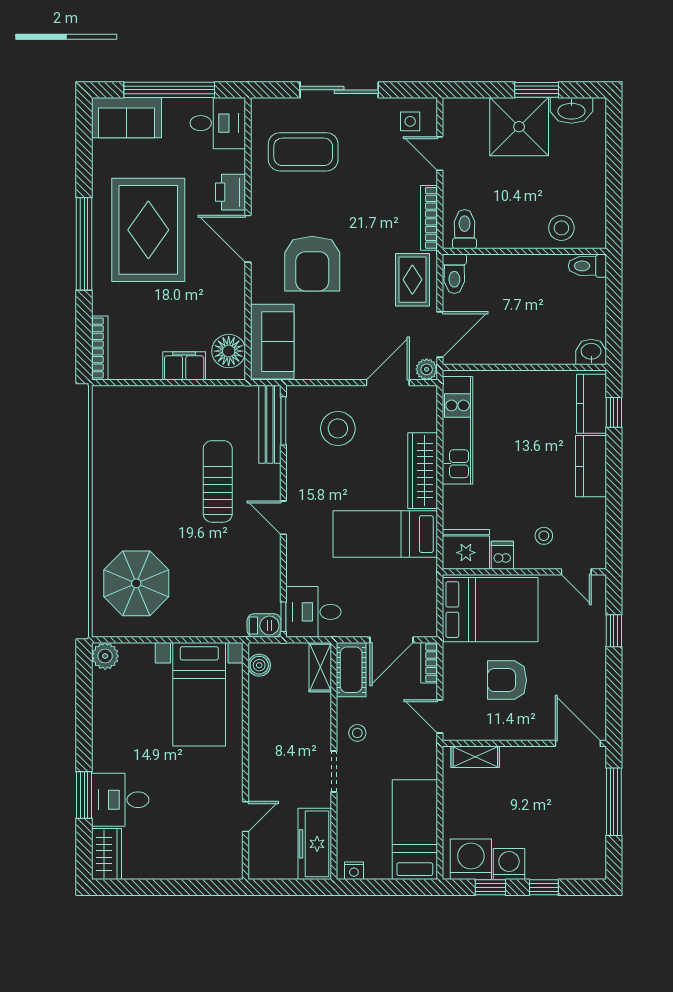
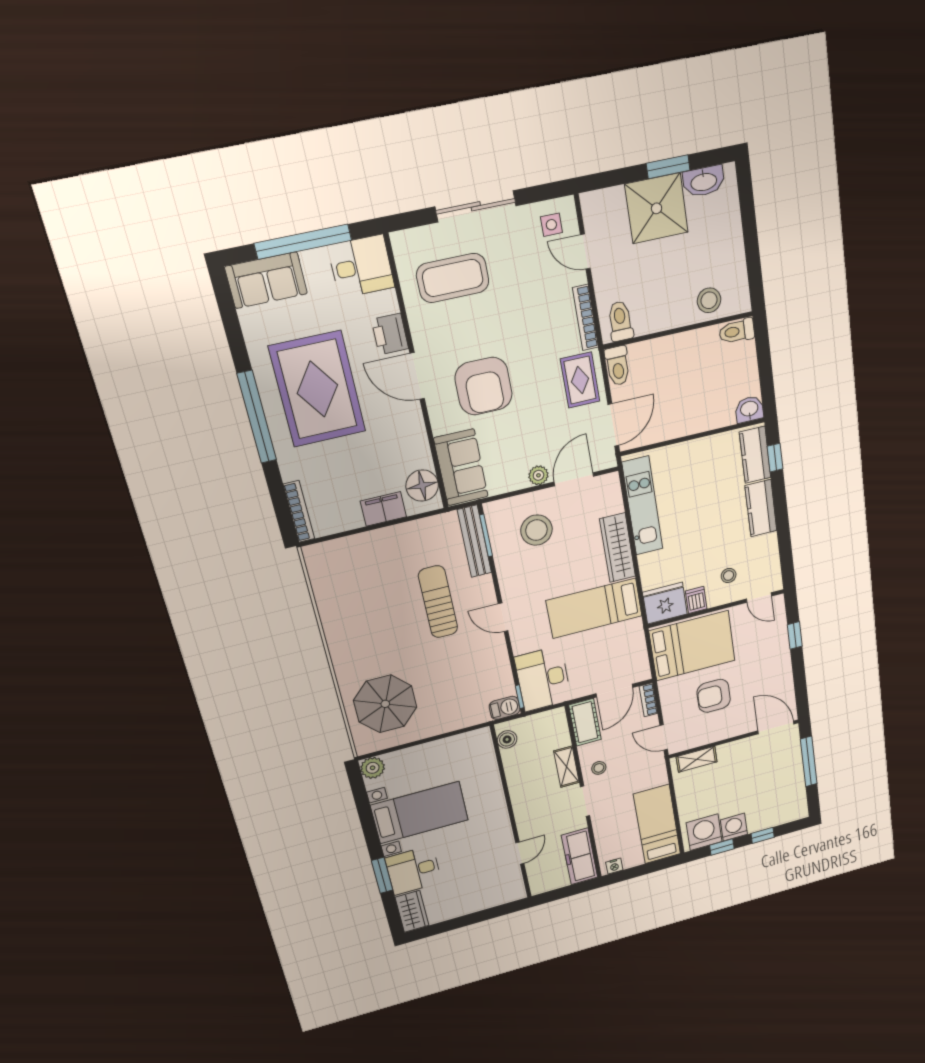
plant: (427, 369) -> (538, 475), moved
desk: (313, 612) -> (543, 679), width x1.37
shelving: (320, 667) -> (567, 767), moved
bed with nightstands: (199, 694) -> (420, 813), moved, turned -90

